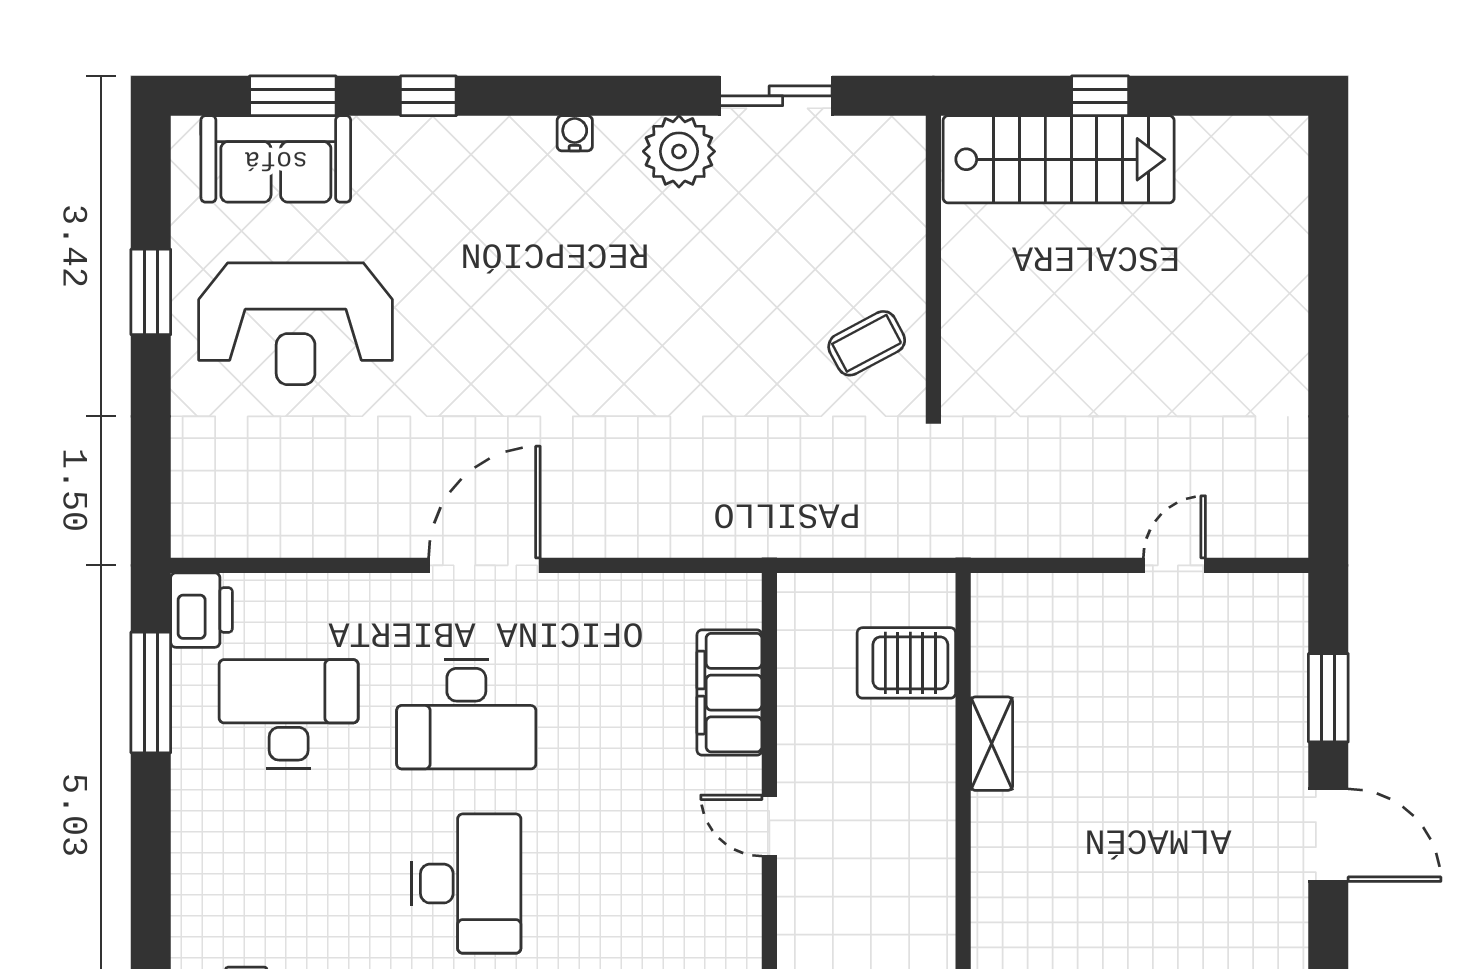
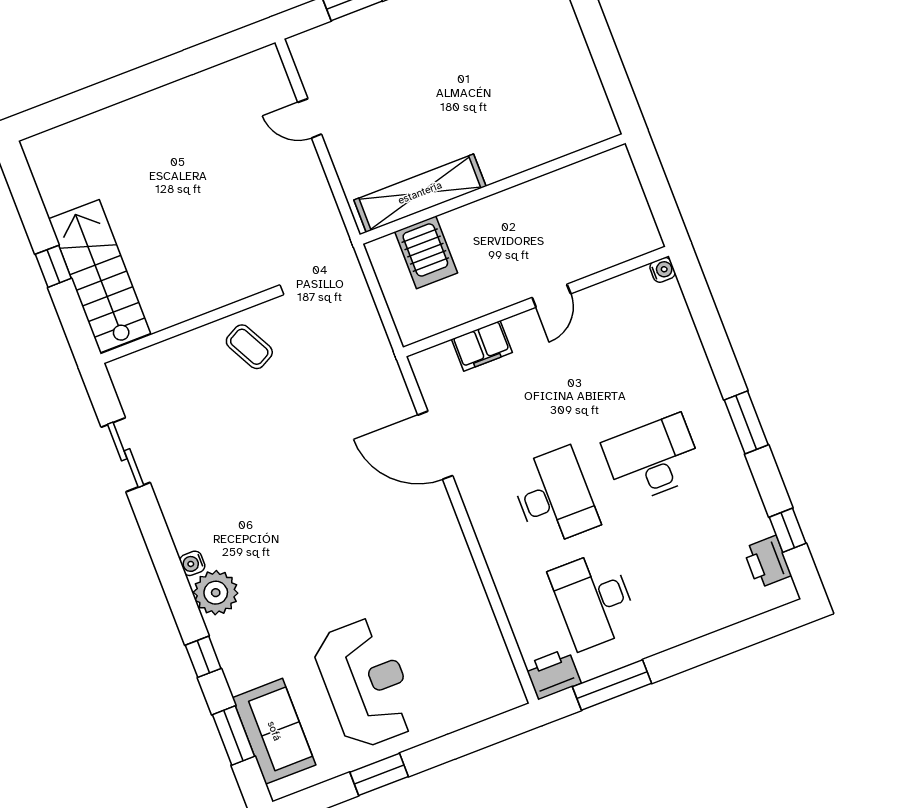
plant: (679, 151) -> (216, 593), moved
door: (484, 565) -> (435, 445), moved
filing cabinet: (729, 693) -> (482, 346), width x0.67, depth x0.86
shelving: (992, 744) -> (420, 193), width x2.20, depth x1.33

